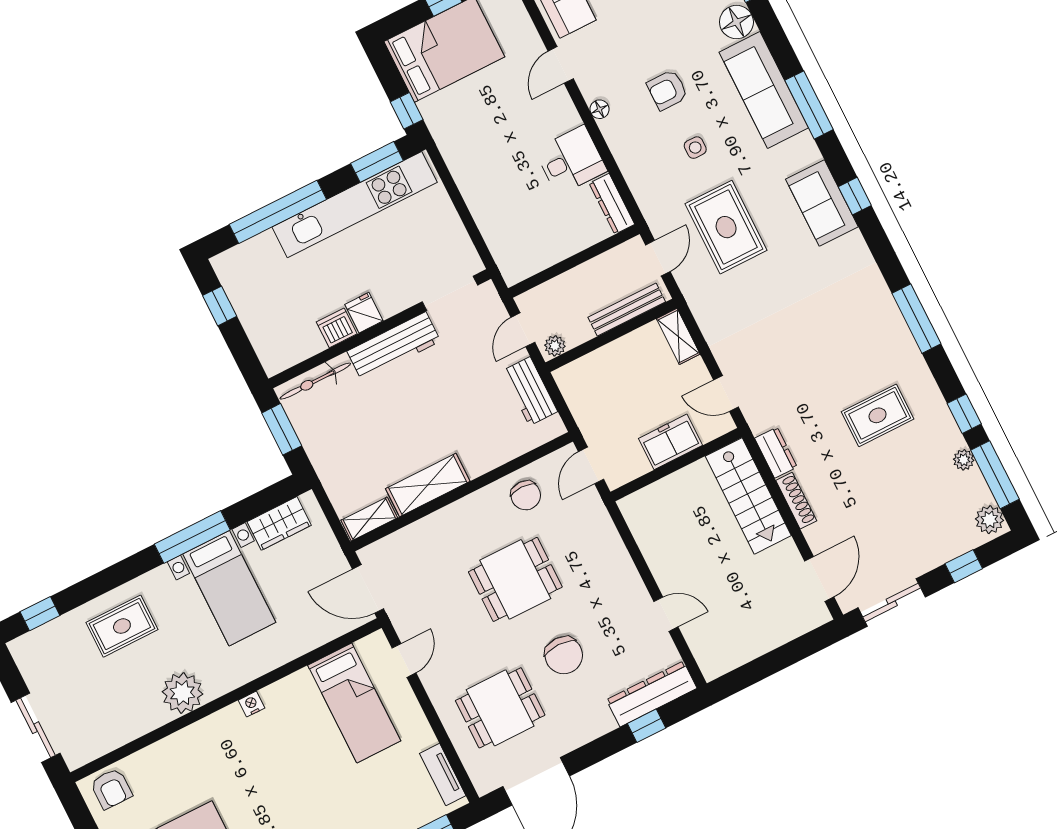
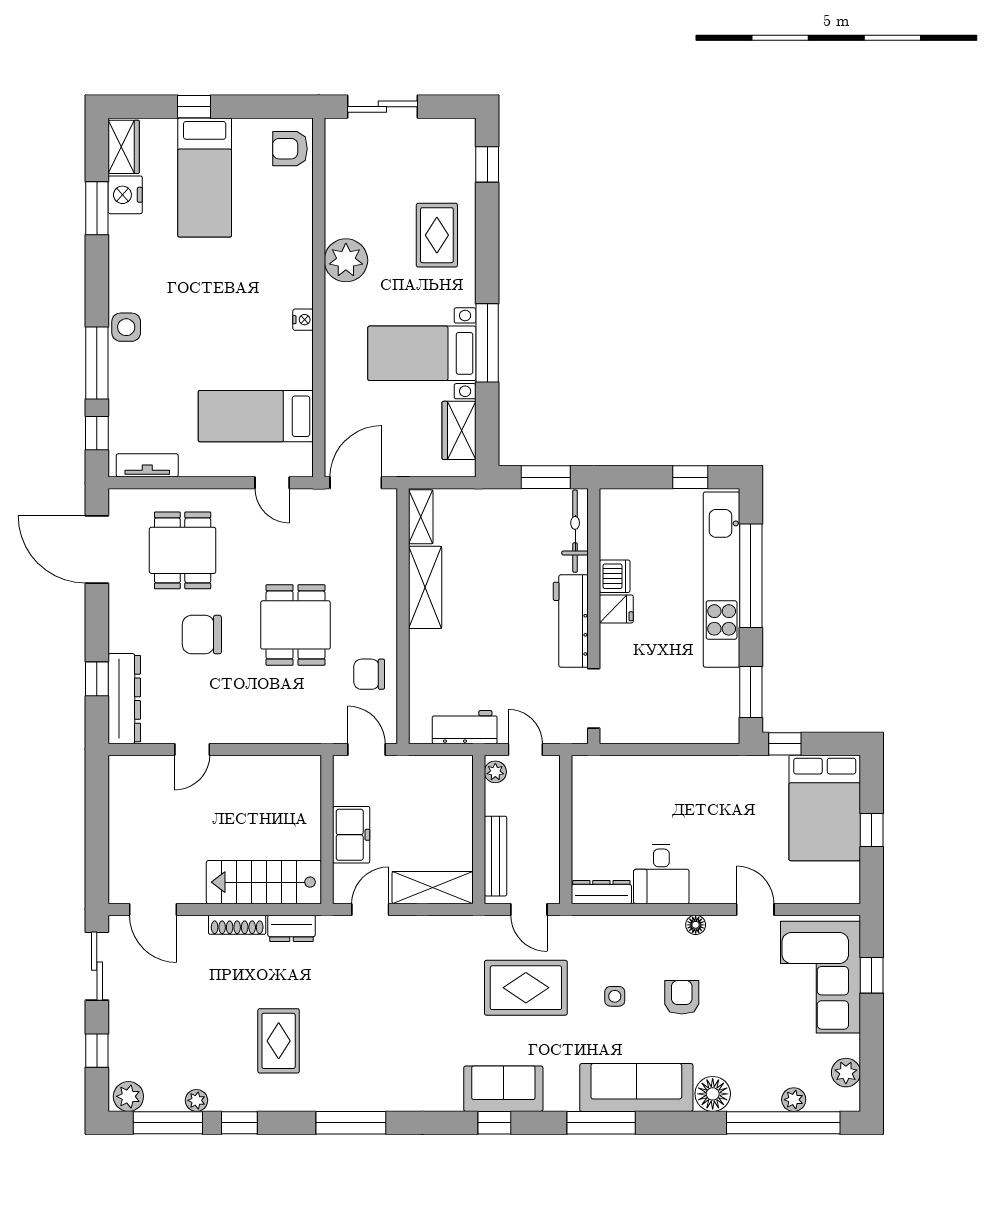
kitchen unit: (355, 205) -> (722, 580), moved
shelving: (678, 336) -> (433, 888), width x1.50, depth x1.33

